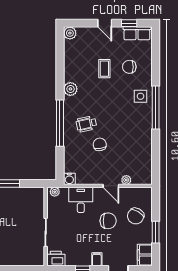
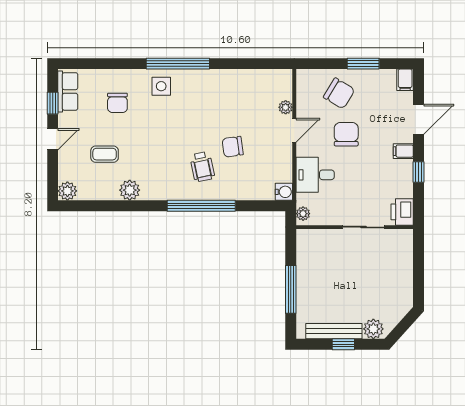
coffee table: (104, 69) -> (105, 154), moved
plant: (70, 89) -> (130, 190), moved
filing cabinet: (145, 255) -> (405, 80), width x0.50

